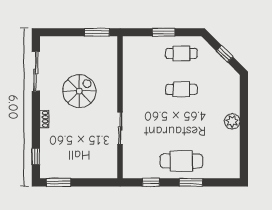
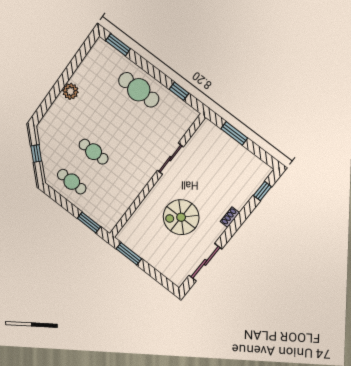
window: (163, 32) -> (89, 222), moved
window: (58, 182) -> (234, 133), moved
window: (191, 182) -> (118, 45), moved

